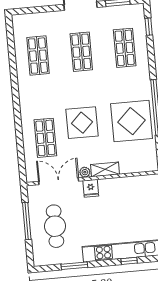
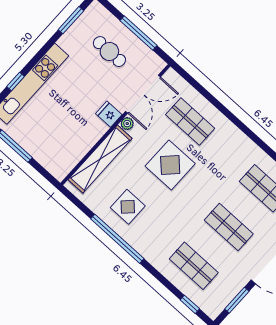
display table: (132, 121) -> (128, 207), width x0.54, depth x0.54
shelving: (105, 169) -> (100, 159), width x2.20, depth x1.33
cafe table: (55, 226) -> (109, 52), width x0.73, depth x0.74
window: (74, 266) -> (71, 20), moved

